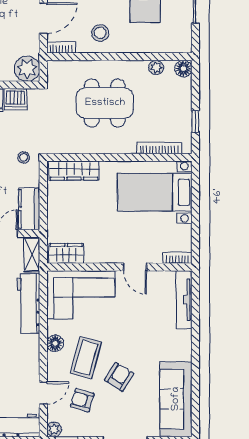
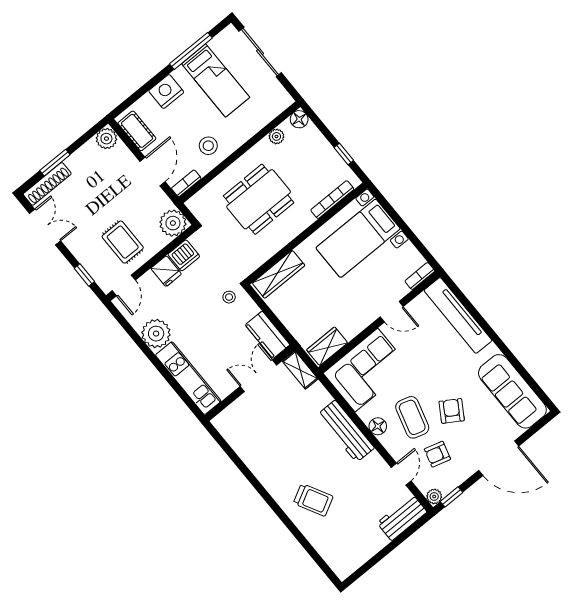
tv unit: (184, 300) -> (458, 315), width x1.36, depth x1.29
workbench: (28, 303) -> (346, 431), moved

